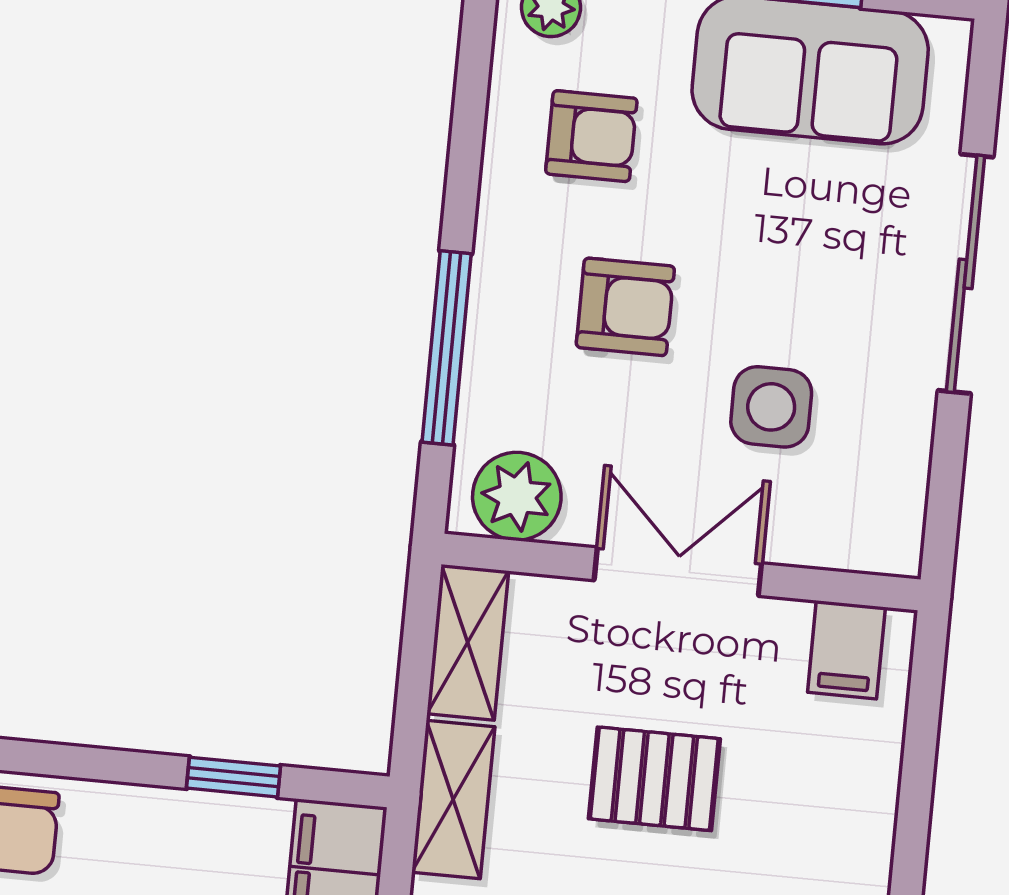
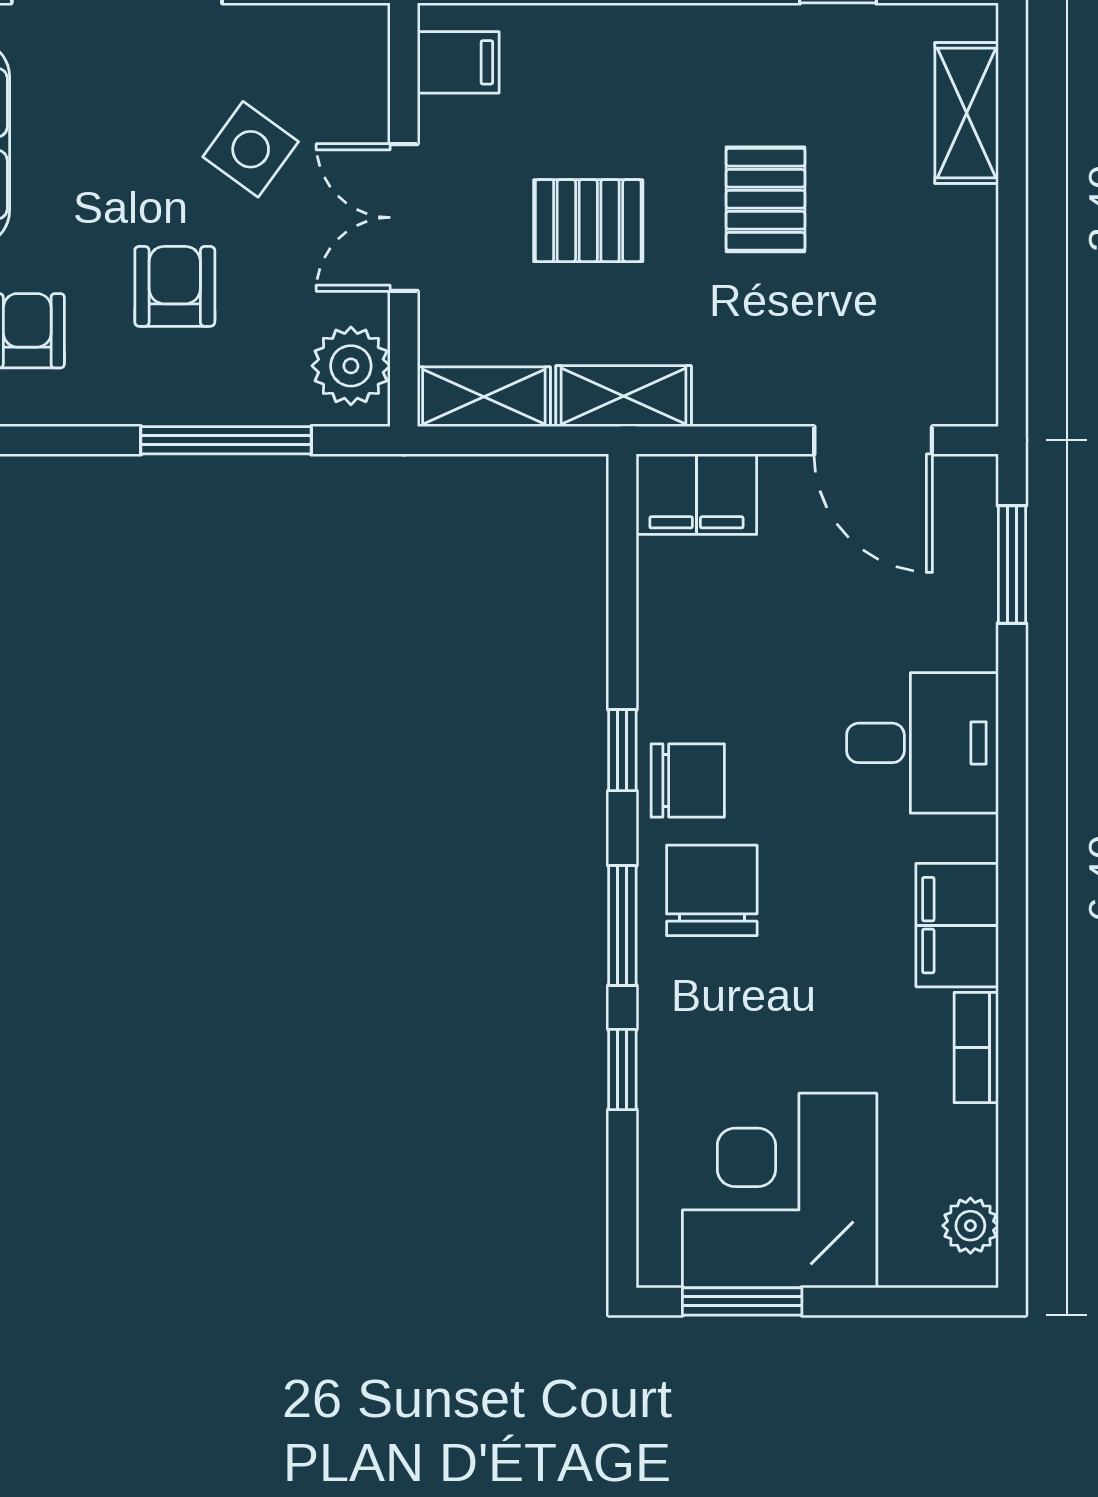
side table: (771, 407) -> (251, 149), turned 36
window: (234, 777) -> (622, 750), moved
pallet: (654, 779) -> (588, 221), turned 90

